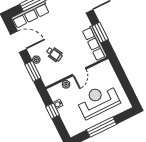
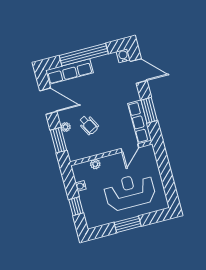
door: (79, 72) -> (130, 148), moved
window: (53, 111) -> (76, 206), moved
window: (102, 127) -> (128, 224), width x0.69

